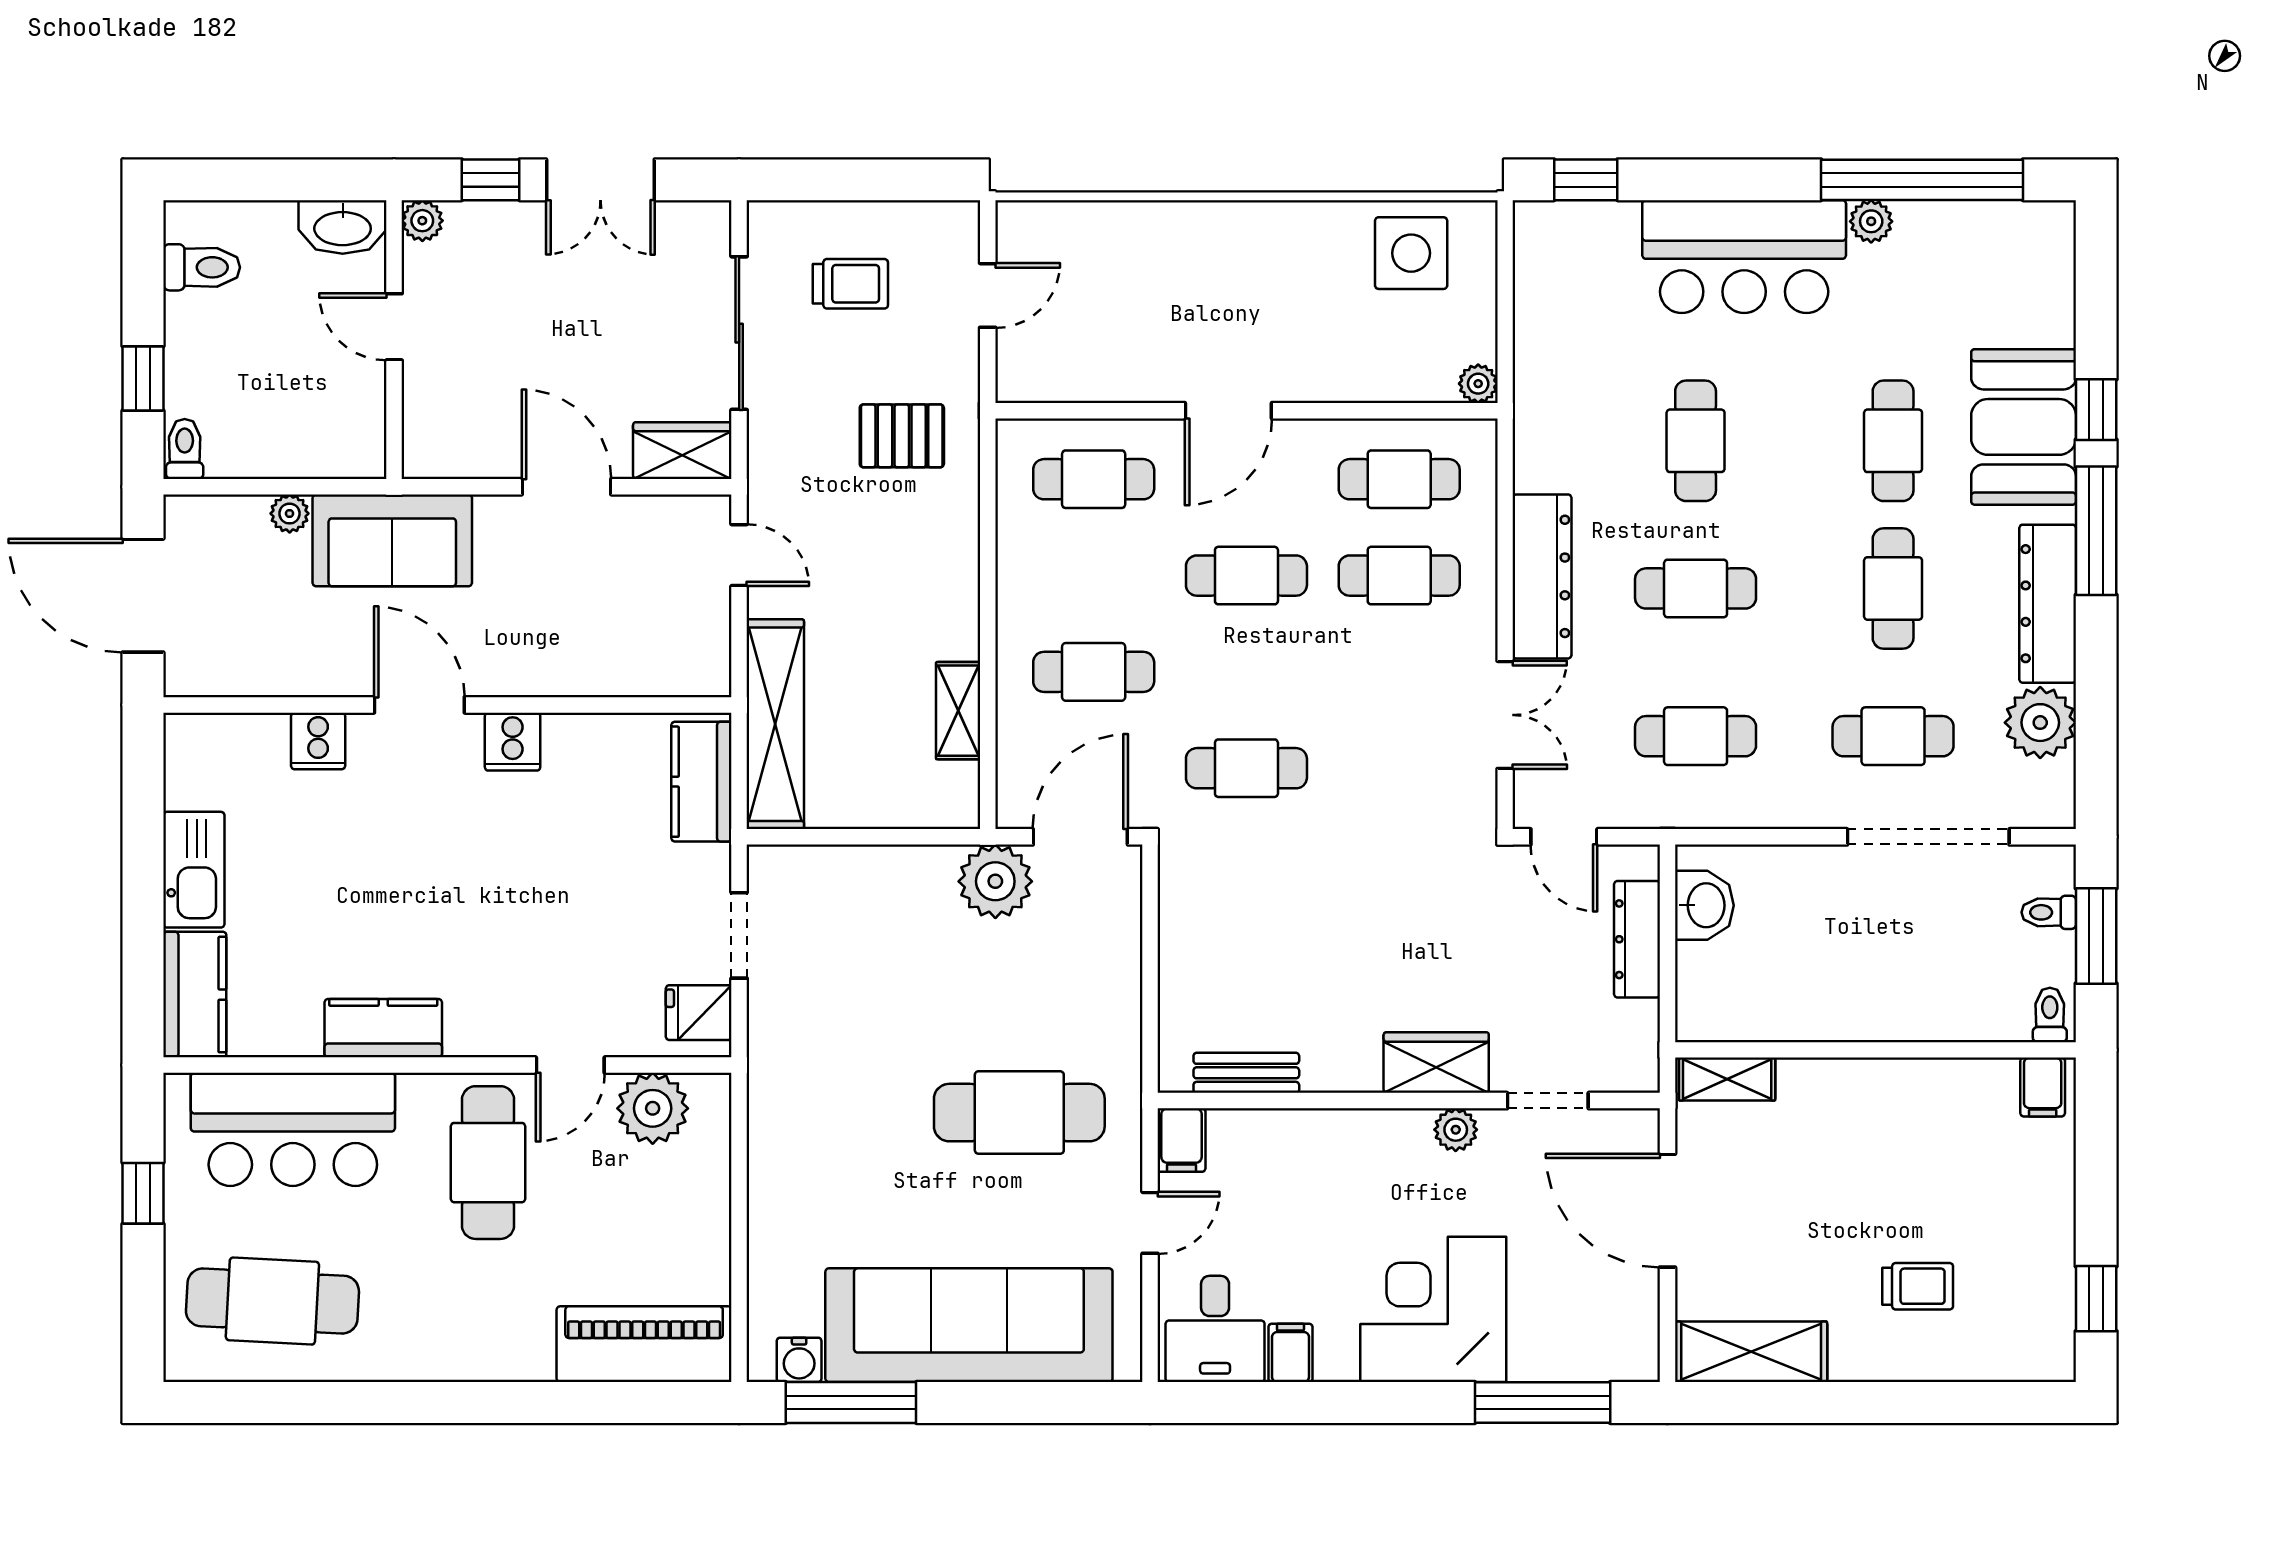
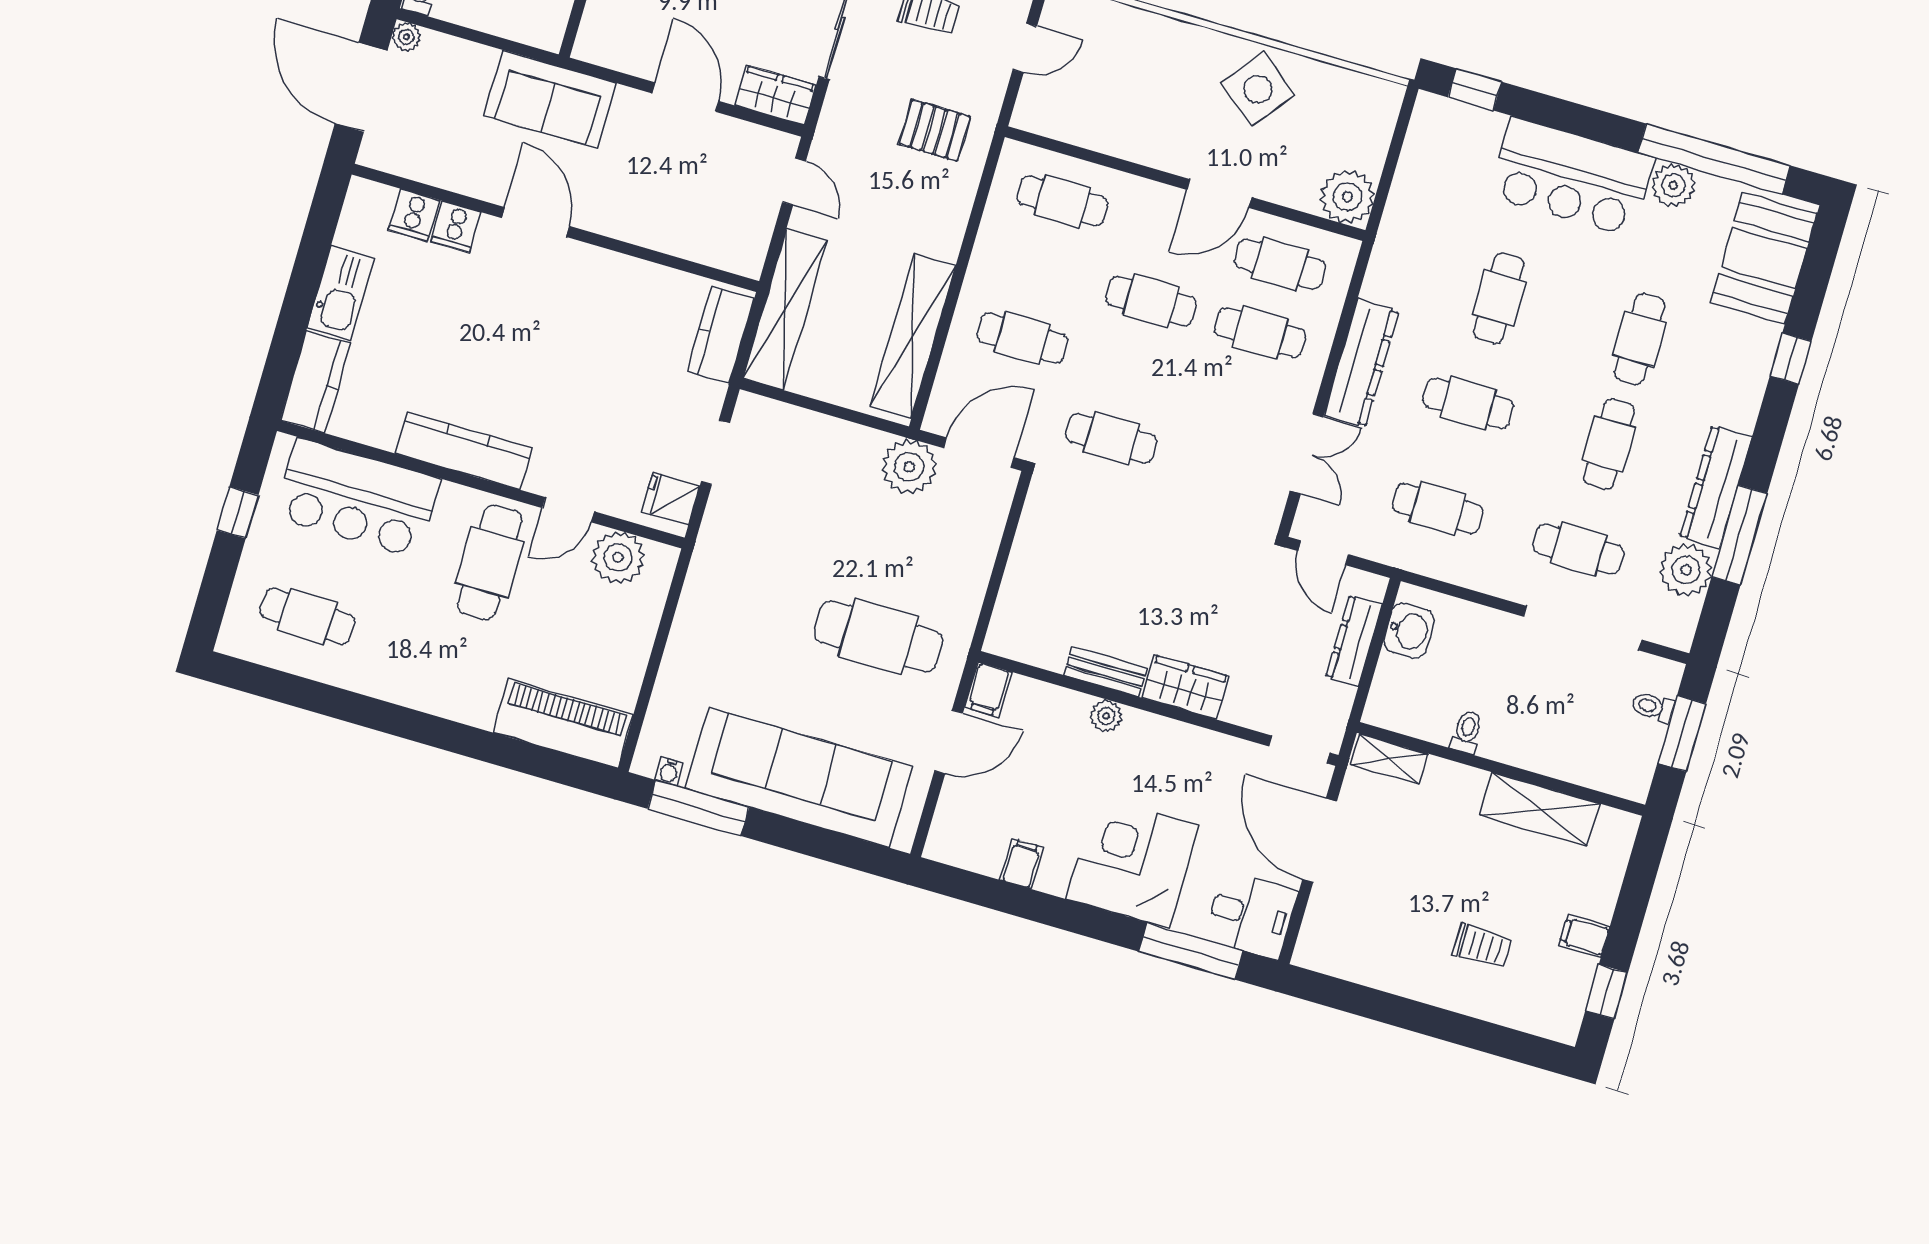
plant: (1871, 221) -> (1673, 185), width x1.38, depth x1.38
side table: (1411, 253) -> (1258, 89), moved, turned 38
plant: (1478, 384) -> (1347, 197), width x1.87, depth x1.87
door: (1228, 411) -> (1219, 193), moved
booth: (2024, 427) -> (1764, 258), moved
plant: (290, 514) -> (406, 37), moved
window: (2096, 531) -> (1739, 535), moved
shelving: (958, 711) -> (913, 336), width x2.20, depth x1.33
cooker: (513, 742) -> (414, 215), moved
toilet: (2050, 1015) -> (1467, 732), moved
kitchen counter: (383, 1028) -> (464, 451), width x1.50
bench: (1246, 1073) -> (1106, 672), moved
filing cabinet: (2043, 1087) -> (1584, 936), moved, turned 90
doorway: (1548, 1101) -> (1299, 750), moved
plant: (1456, 1130) -> (1106, 716), moved
door: (1150, 1223) -> (949, 742), width x1.38
cafe table: (272, 1301) -> (307, 616), width x0.73, depth x0.74
desk: (1215, 1329) -> (1251, 915), moved, turned -90
shelving: (1751, 1352) -> (1539, 809), moved
water cooler: (799, 1360) -> (669, 771), width x0.72, depth x0.72

